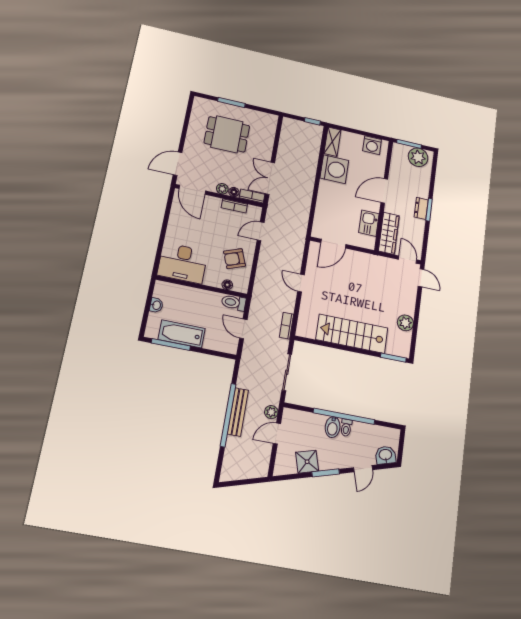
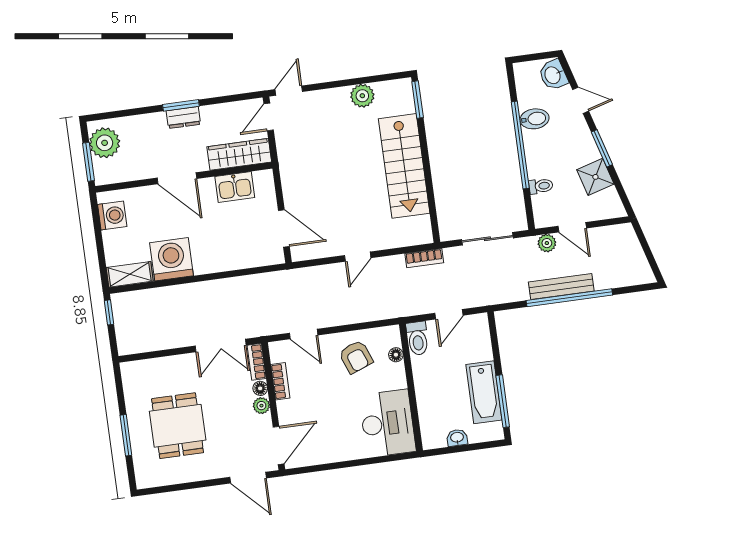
bidet: (333, 427) -> (535, 119), moved
toilet: (346, 428) -> (541, 186), moved

